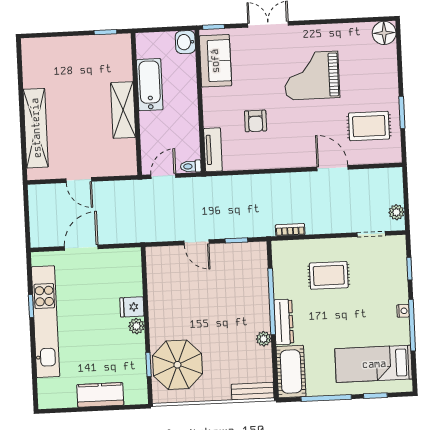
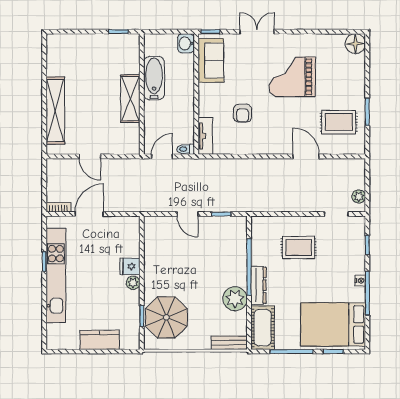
bookcase: (290, 230) -> (58, 207), moved
plant: (264, 339) -> (235, 299), width x1.87, depth x1.87
bed: (374, 364) -> (333, 324), width x1.50

